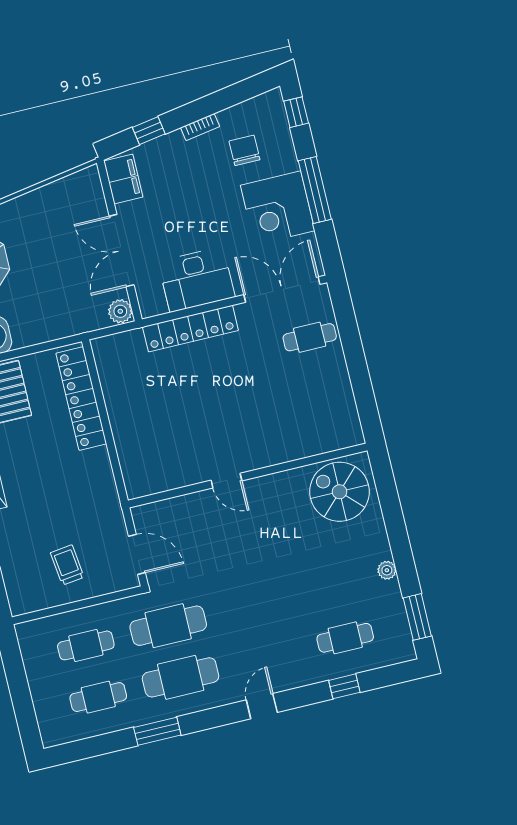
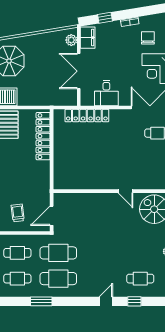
desk: (197, 279) -> (106, 93), width x0.73
plant: (120, 311) -> (71, 40), moved
locker: (190, 329) -> (87, 116), moved
door: (226, 481) -> (126, 191), moved
door: (137, 554) -> (52, 216), swing flipped
door: (262, 706) -> (106, 301), moved

